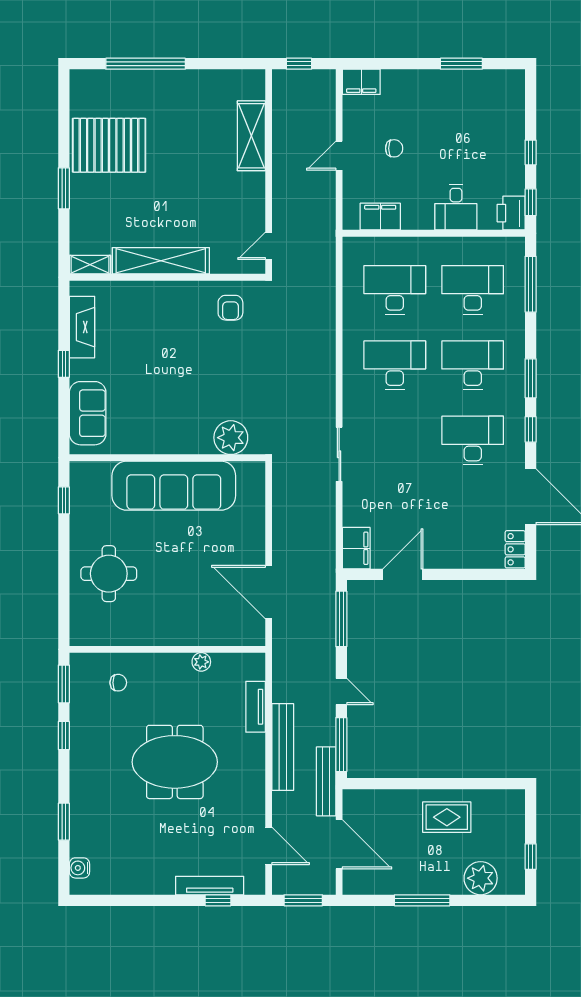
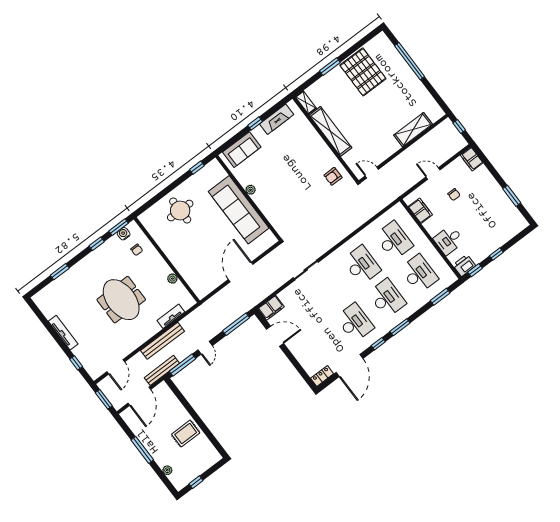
window: (531, 284) -> (440, 297), width x0.69
plant: (231, 438) -> (250, 190), moved, width x0.53, depth x0.53
door: (269, 592) -> (241, 272), moved
rug: (447, 817) -> (186, 434), turned 90
water cooler: (79, 868) -> (124, 234), moved
plant: (481, 878) -> (167, 470), width x0.53, depth x0.53
tv unit: (210, 886) -> (63, 333), moved

